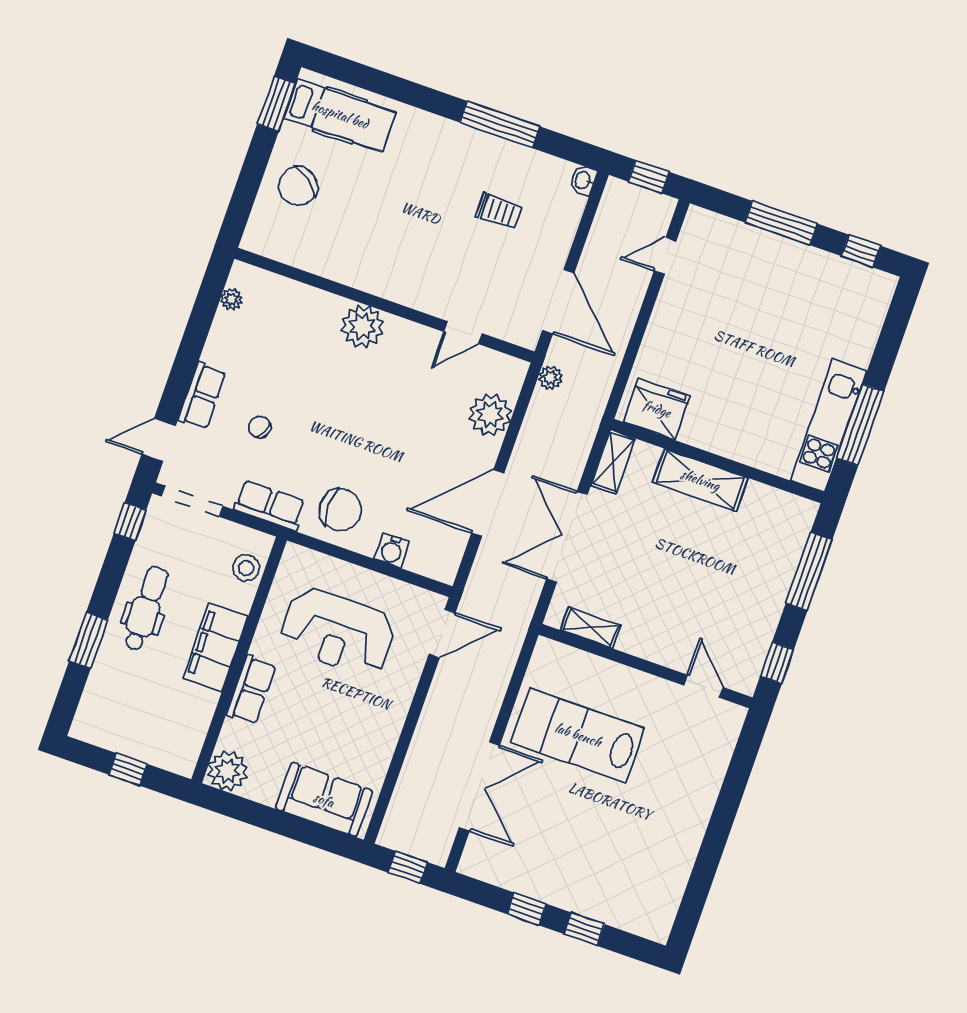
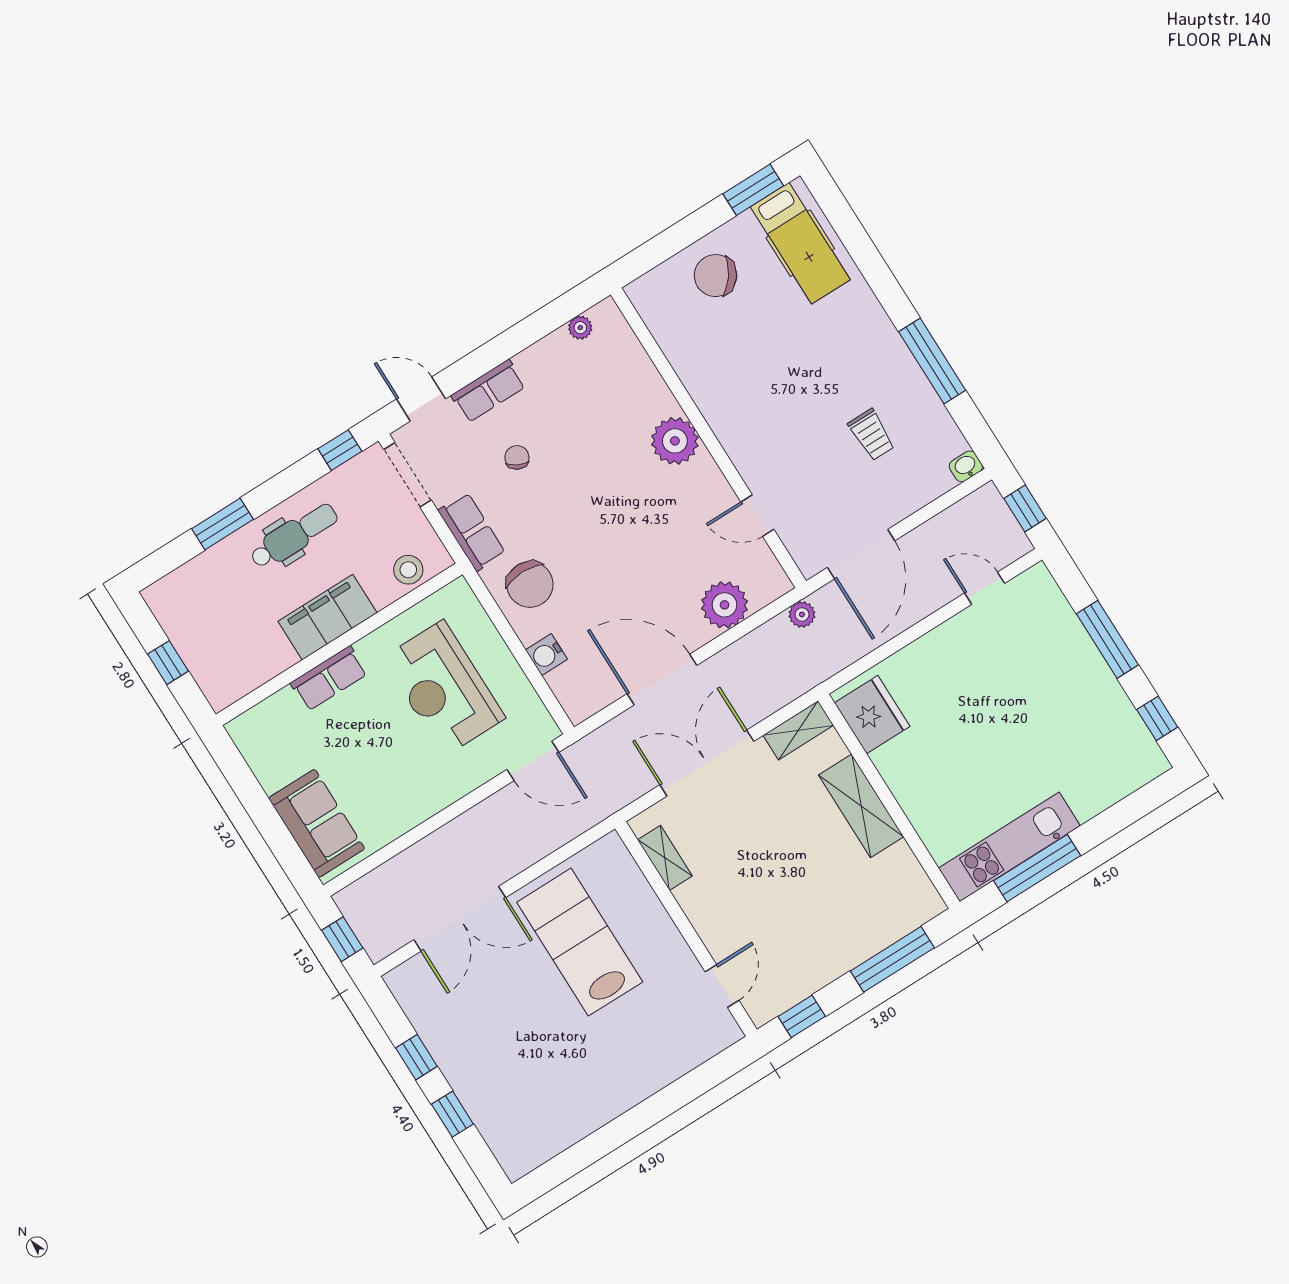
plant: (228, 771) -> (253, 732), removed

